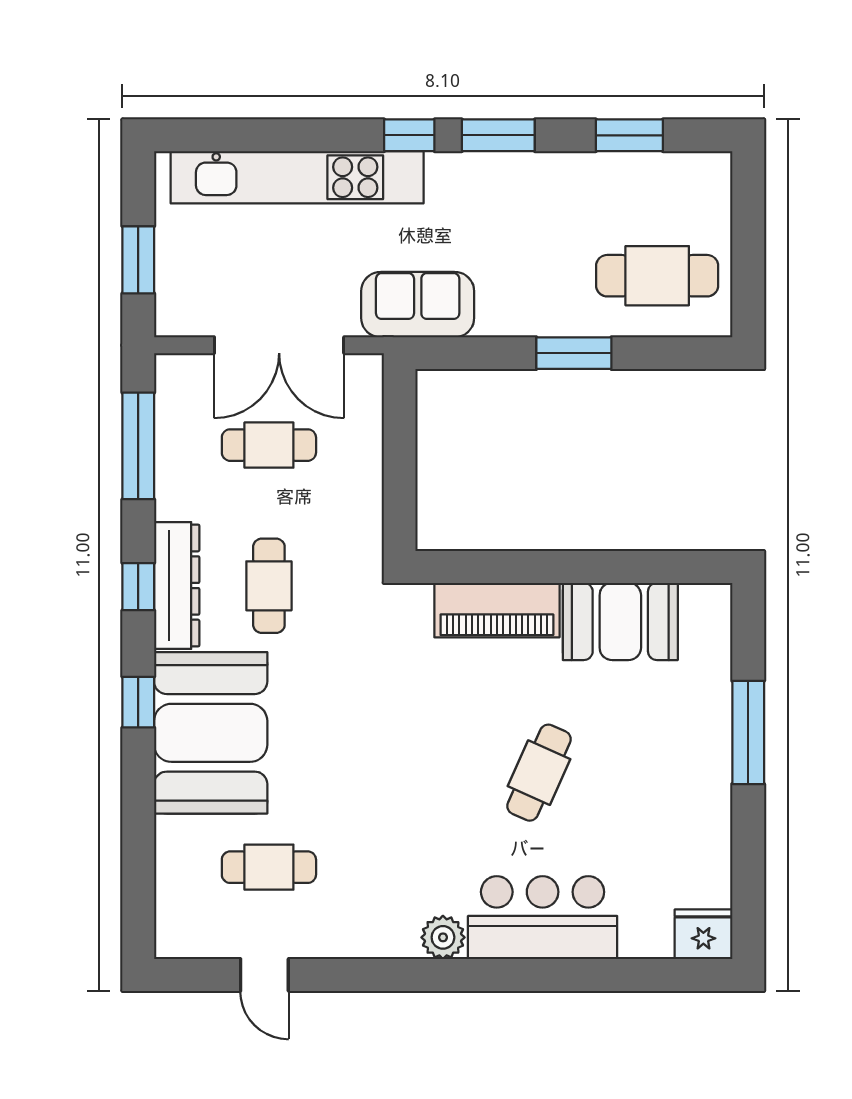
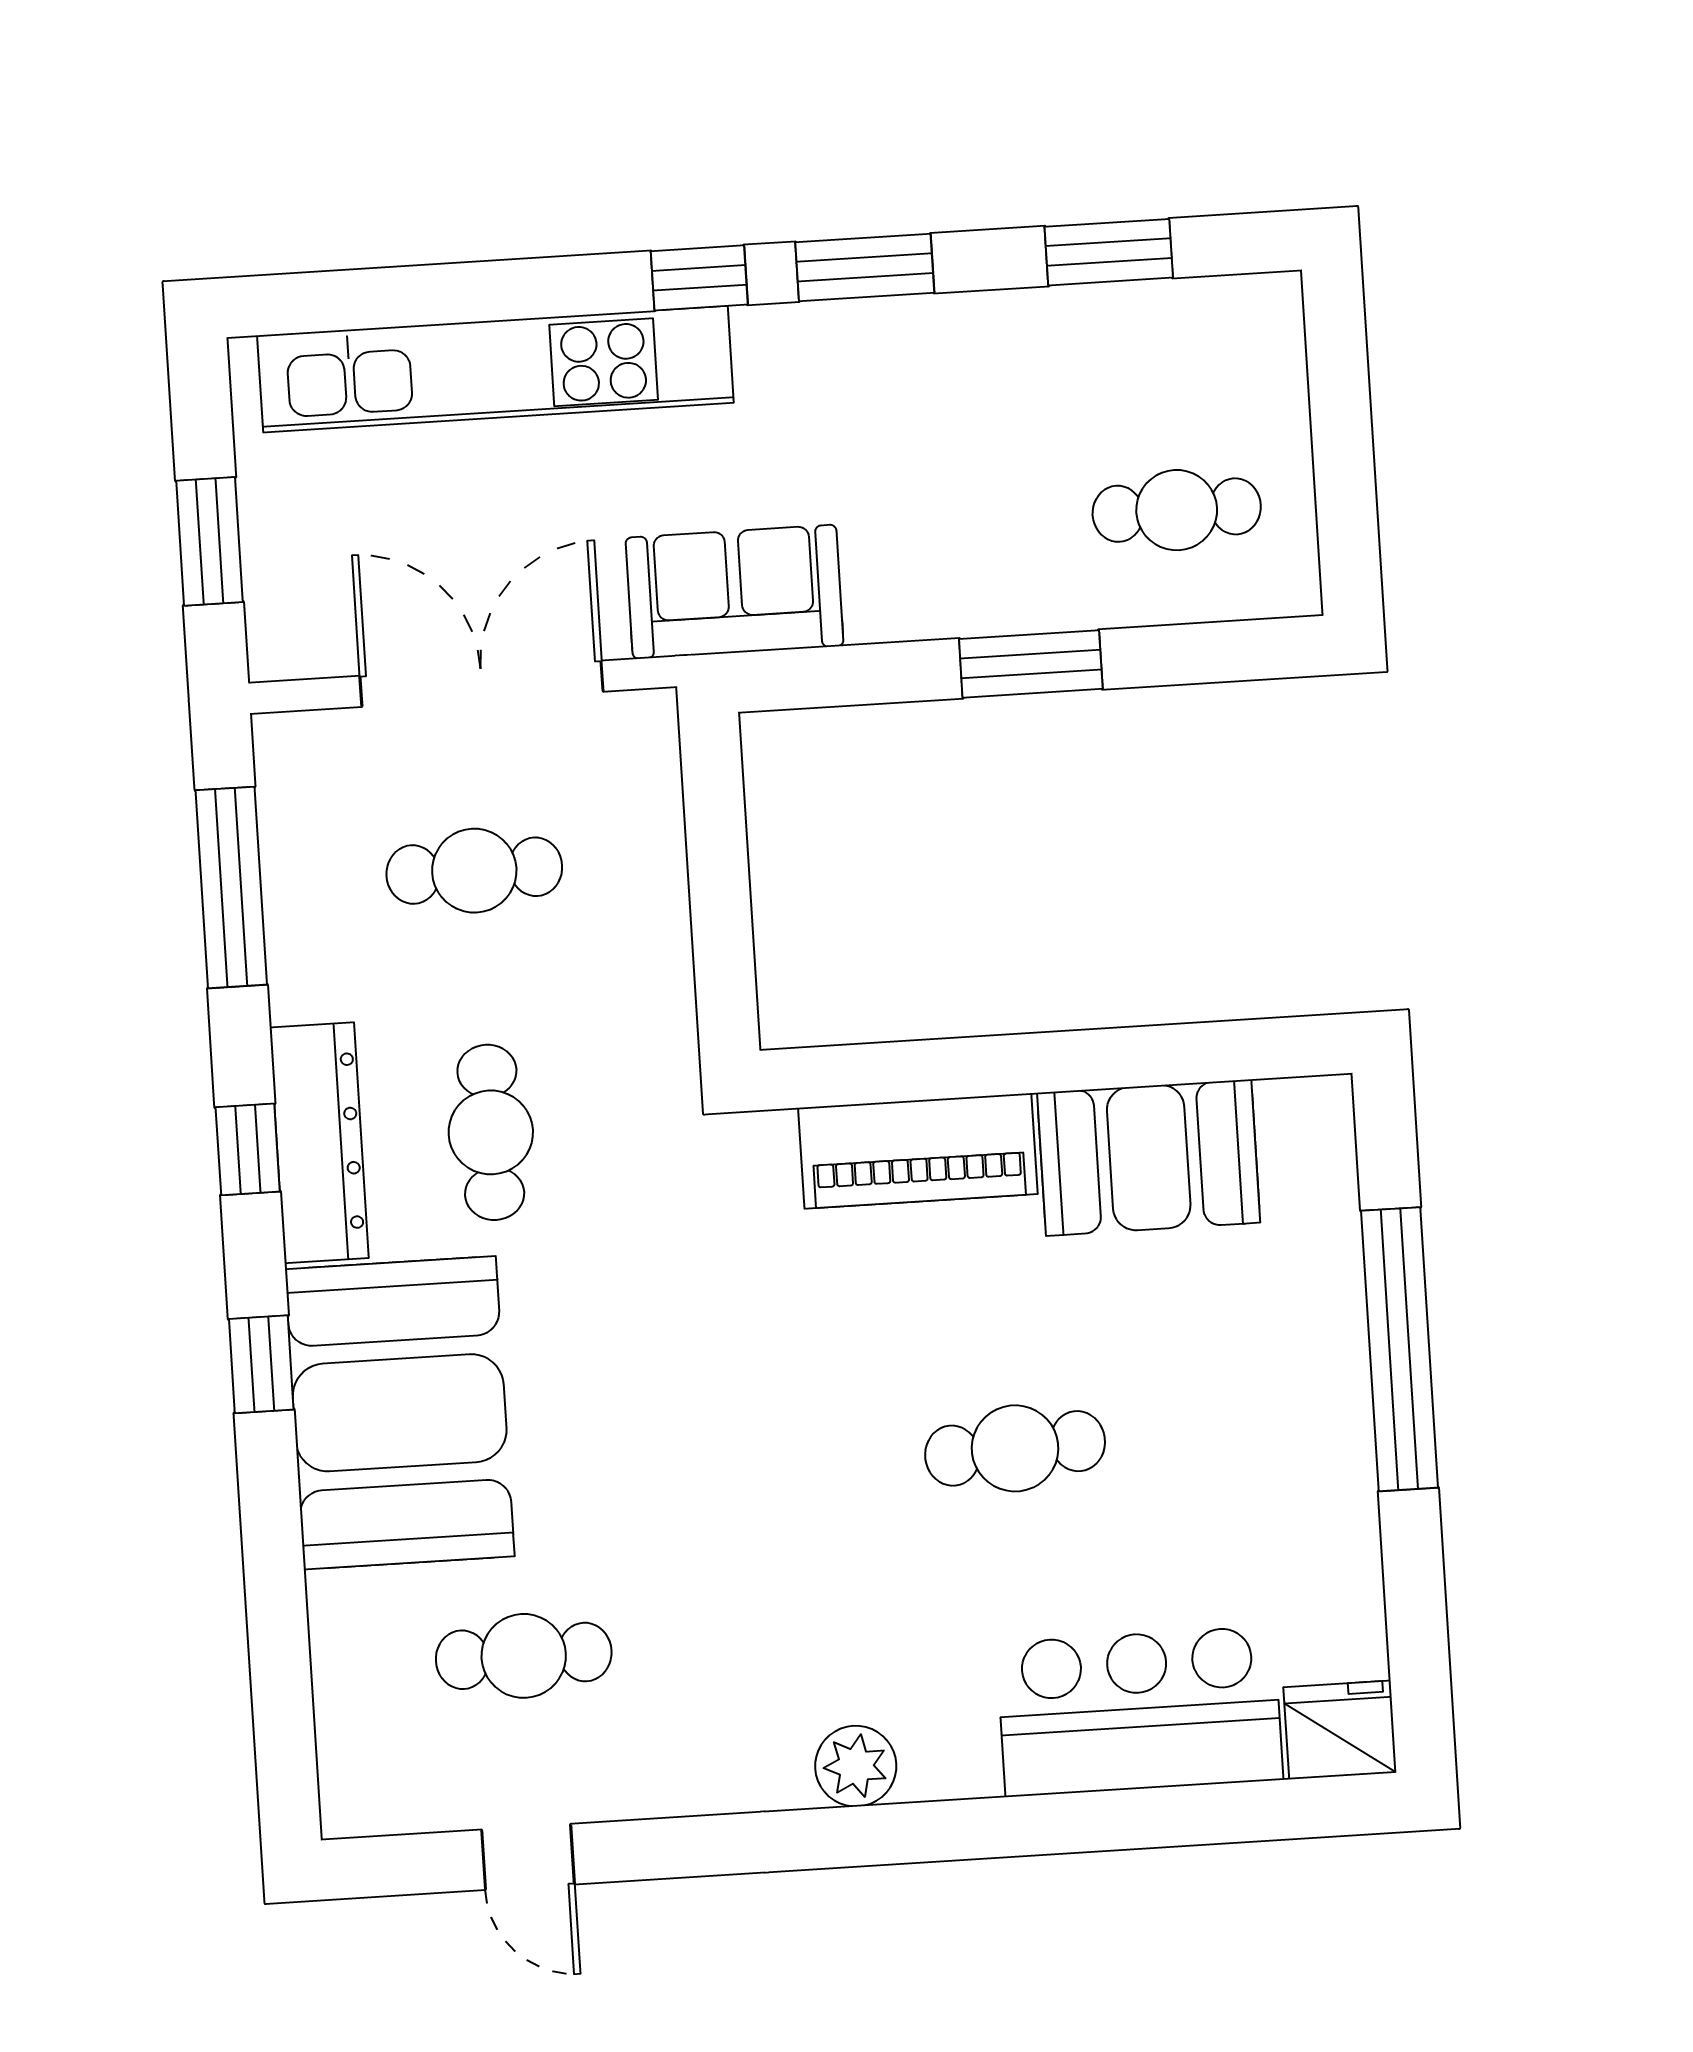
cafe table: (657, 276) -> (1177, 510), width x0.73, depth x0.74
double door: (279, 345) -> (481, 684), swing flipped
window: (748, 732) -> (1399, 1349), width x1.46
cafe table: (539, 773) -> (1015, 1448), turned 63
bar counter: (543, 918) -> (1140, 1711), moved

